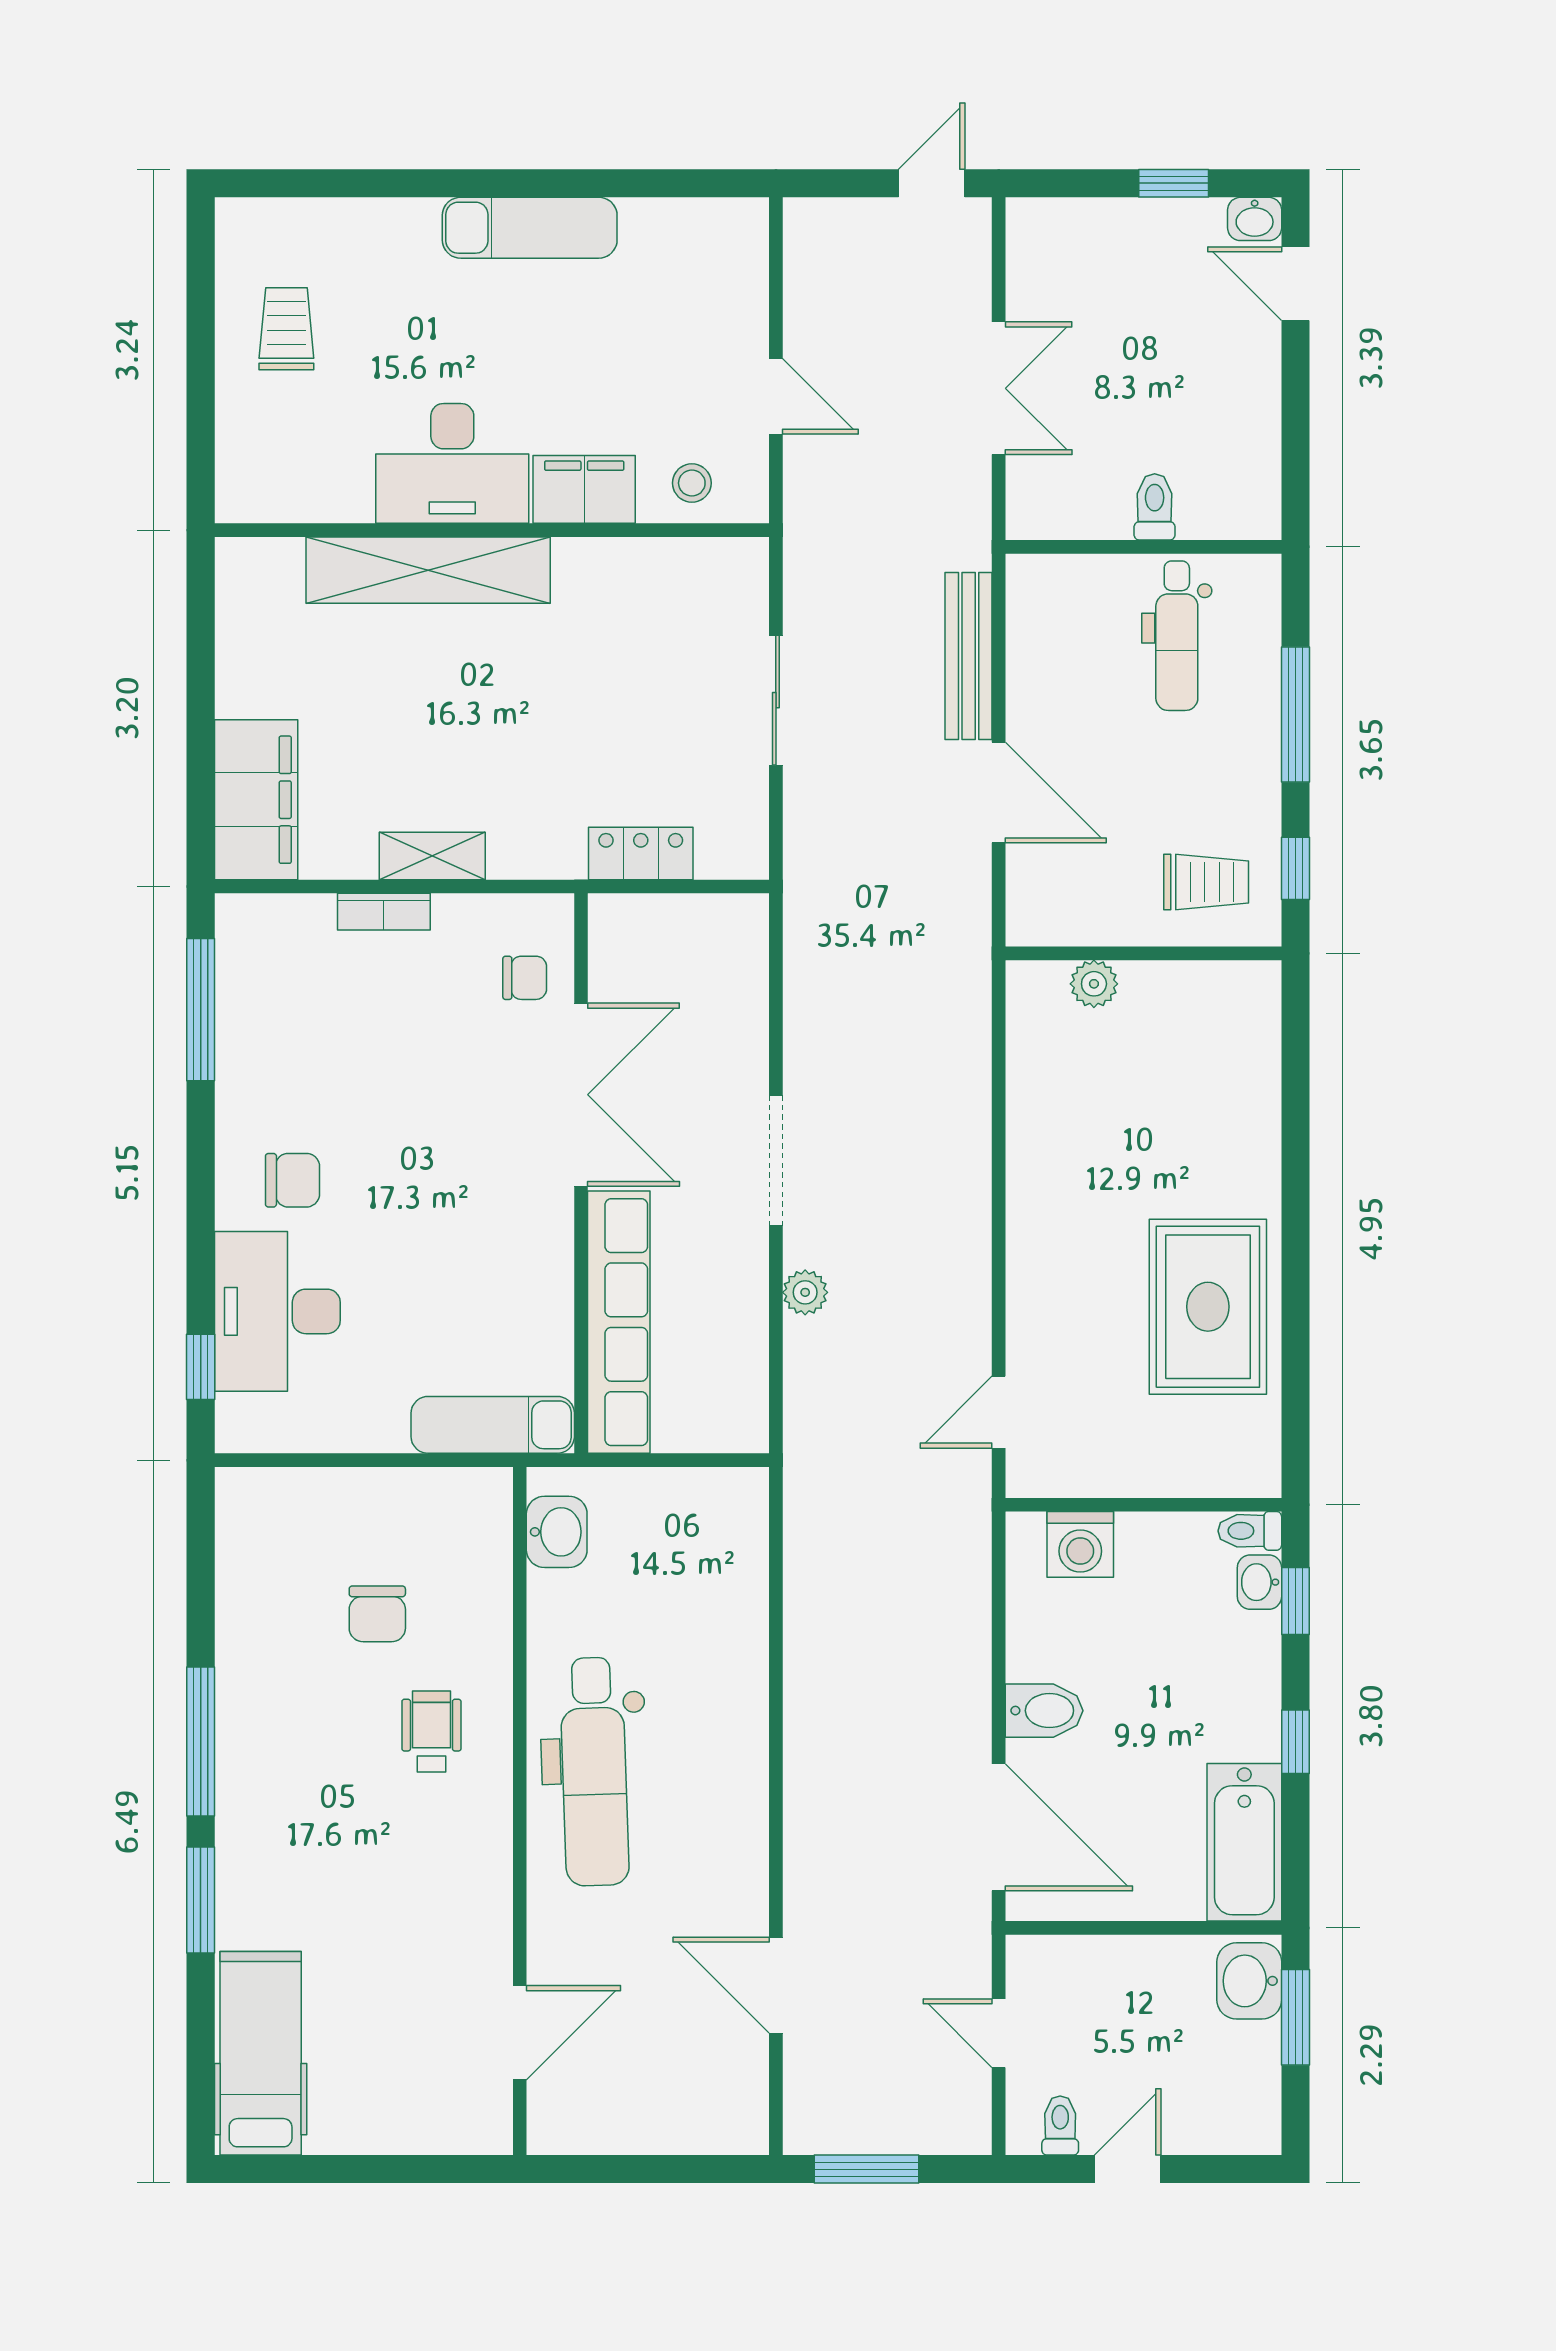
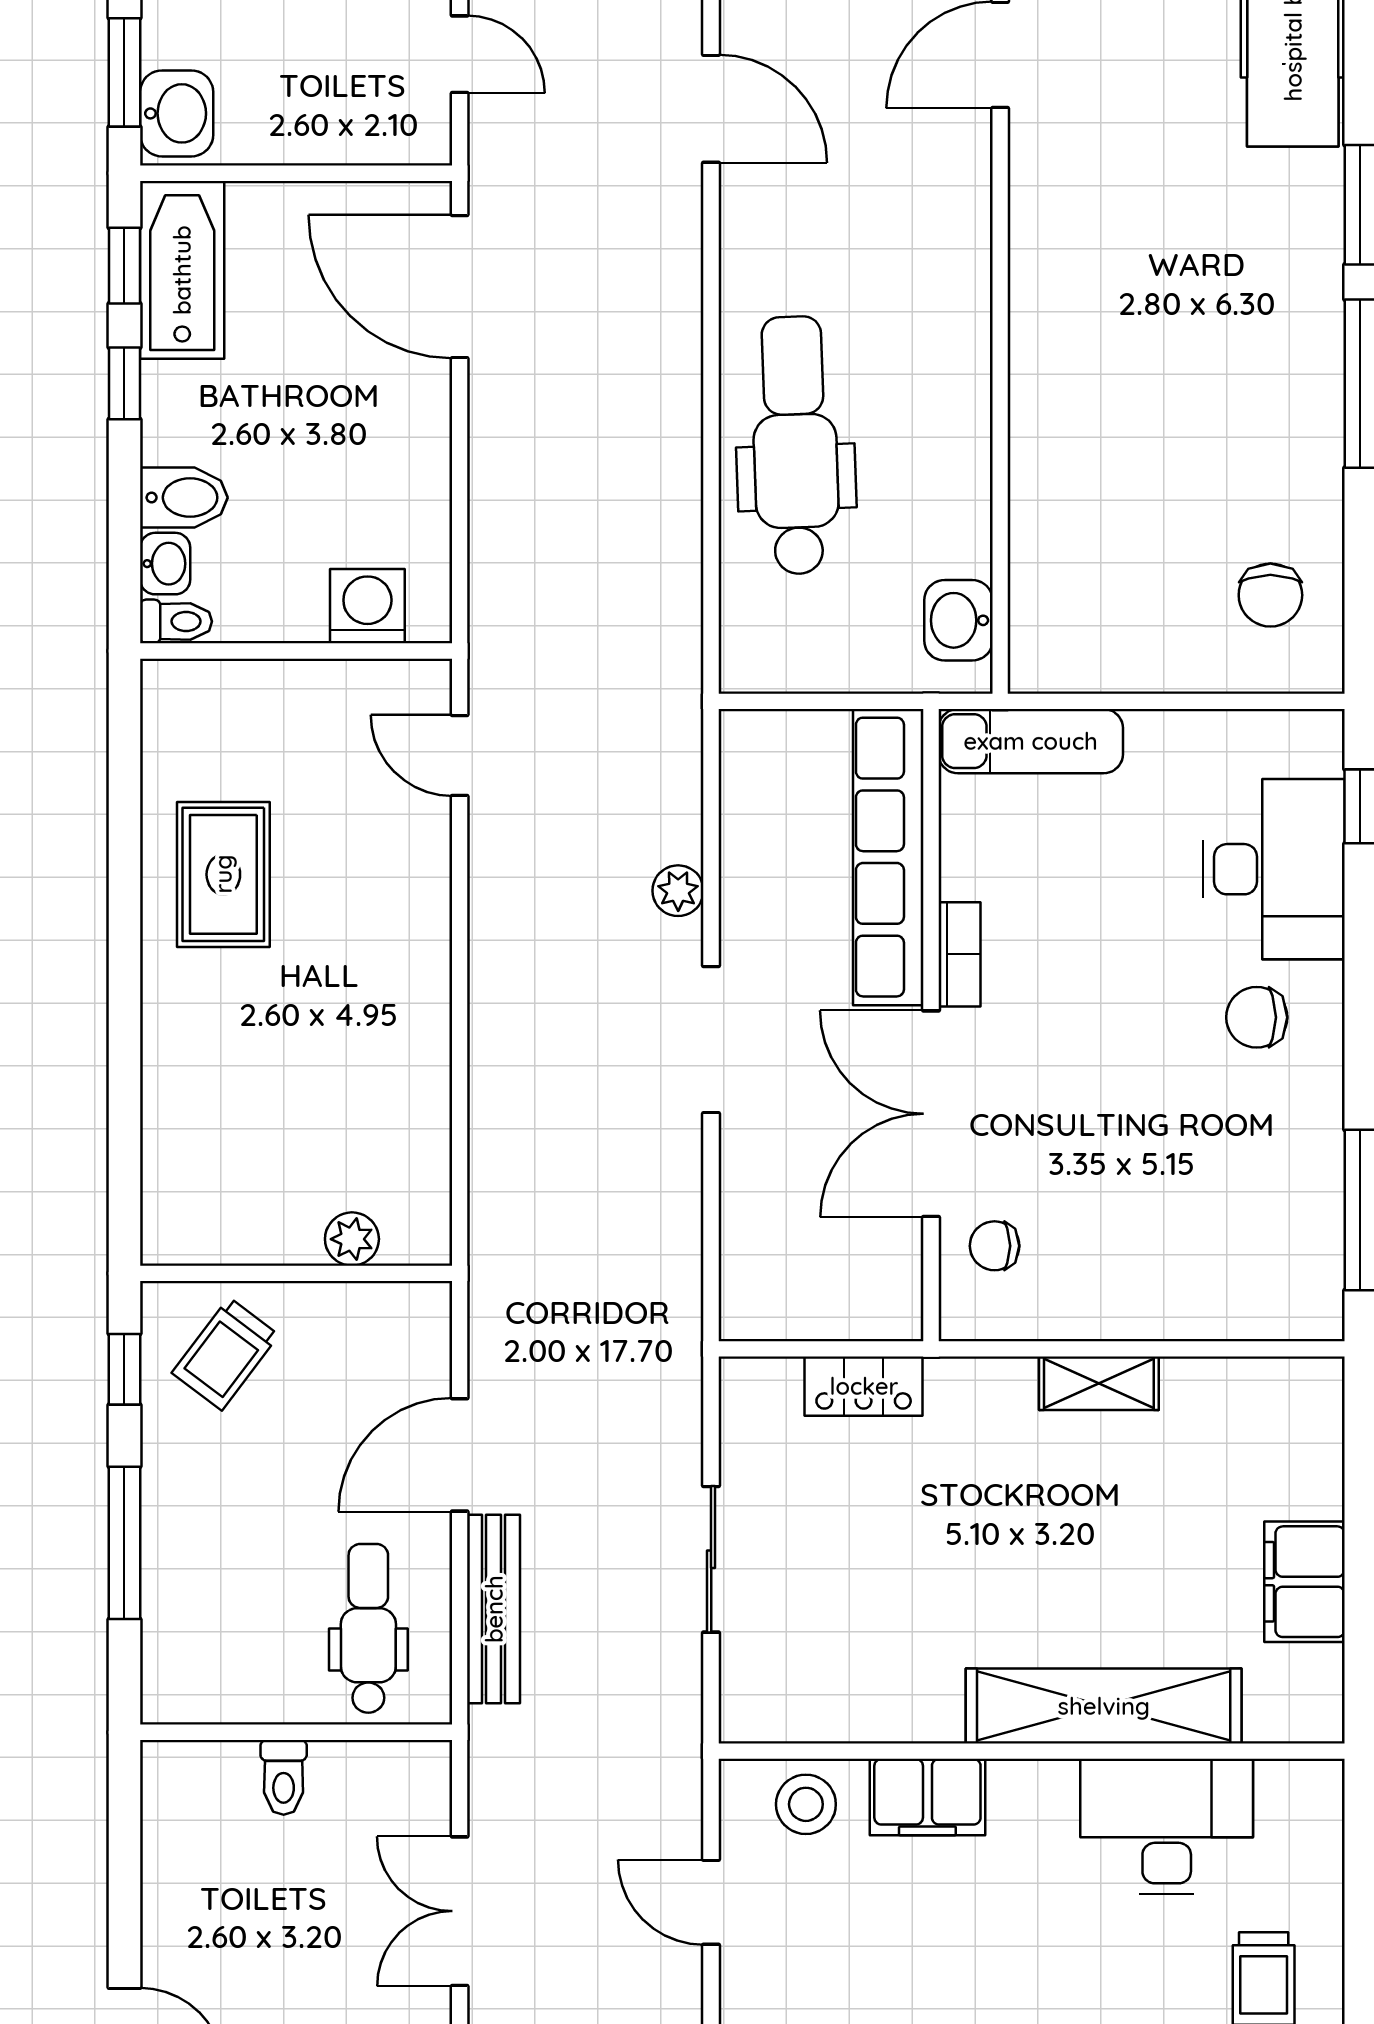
desk: (452, 463) -> (1167, 1826), moved
stool: (692, 483) -> (806, 1804), width x1.37, depth x1.37
dental chair: (1177, 636) -> (368, 1628), moved
door: (999, 793) -> (460, 1455), hinge flipped
filing cabinet: (256, 800) -> (1304, 1582), moved, width x0.67, depth x0.86
trolley: (1206, 882) -> (225, 1354), turned -53
bookcase: (384, 912) -> (959, 954), moved, turned 90
rug: (1208, 1307) -> (223, 874), width x0.73, depth x0.70
door: (999, 1412) -> (460, 755), swing flipped
window: (1295, 1601) -> (124, 266), moved
chair: (377, 1614) -> (1270, 595), moved, turned 180
bidet: (1044, 1711) -> (184, 498), moved, turned 180
wheelchair: (431, 1732) -> (1100, 395), removed
dental chair: (594, 1772) -> (795, 445), moved

